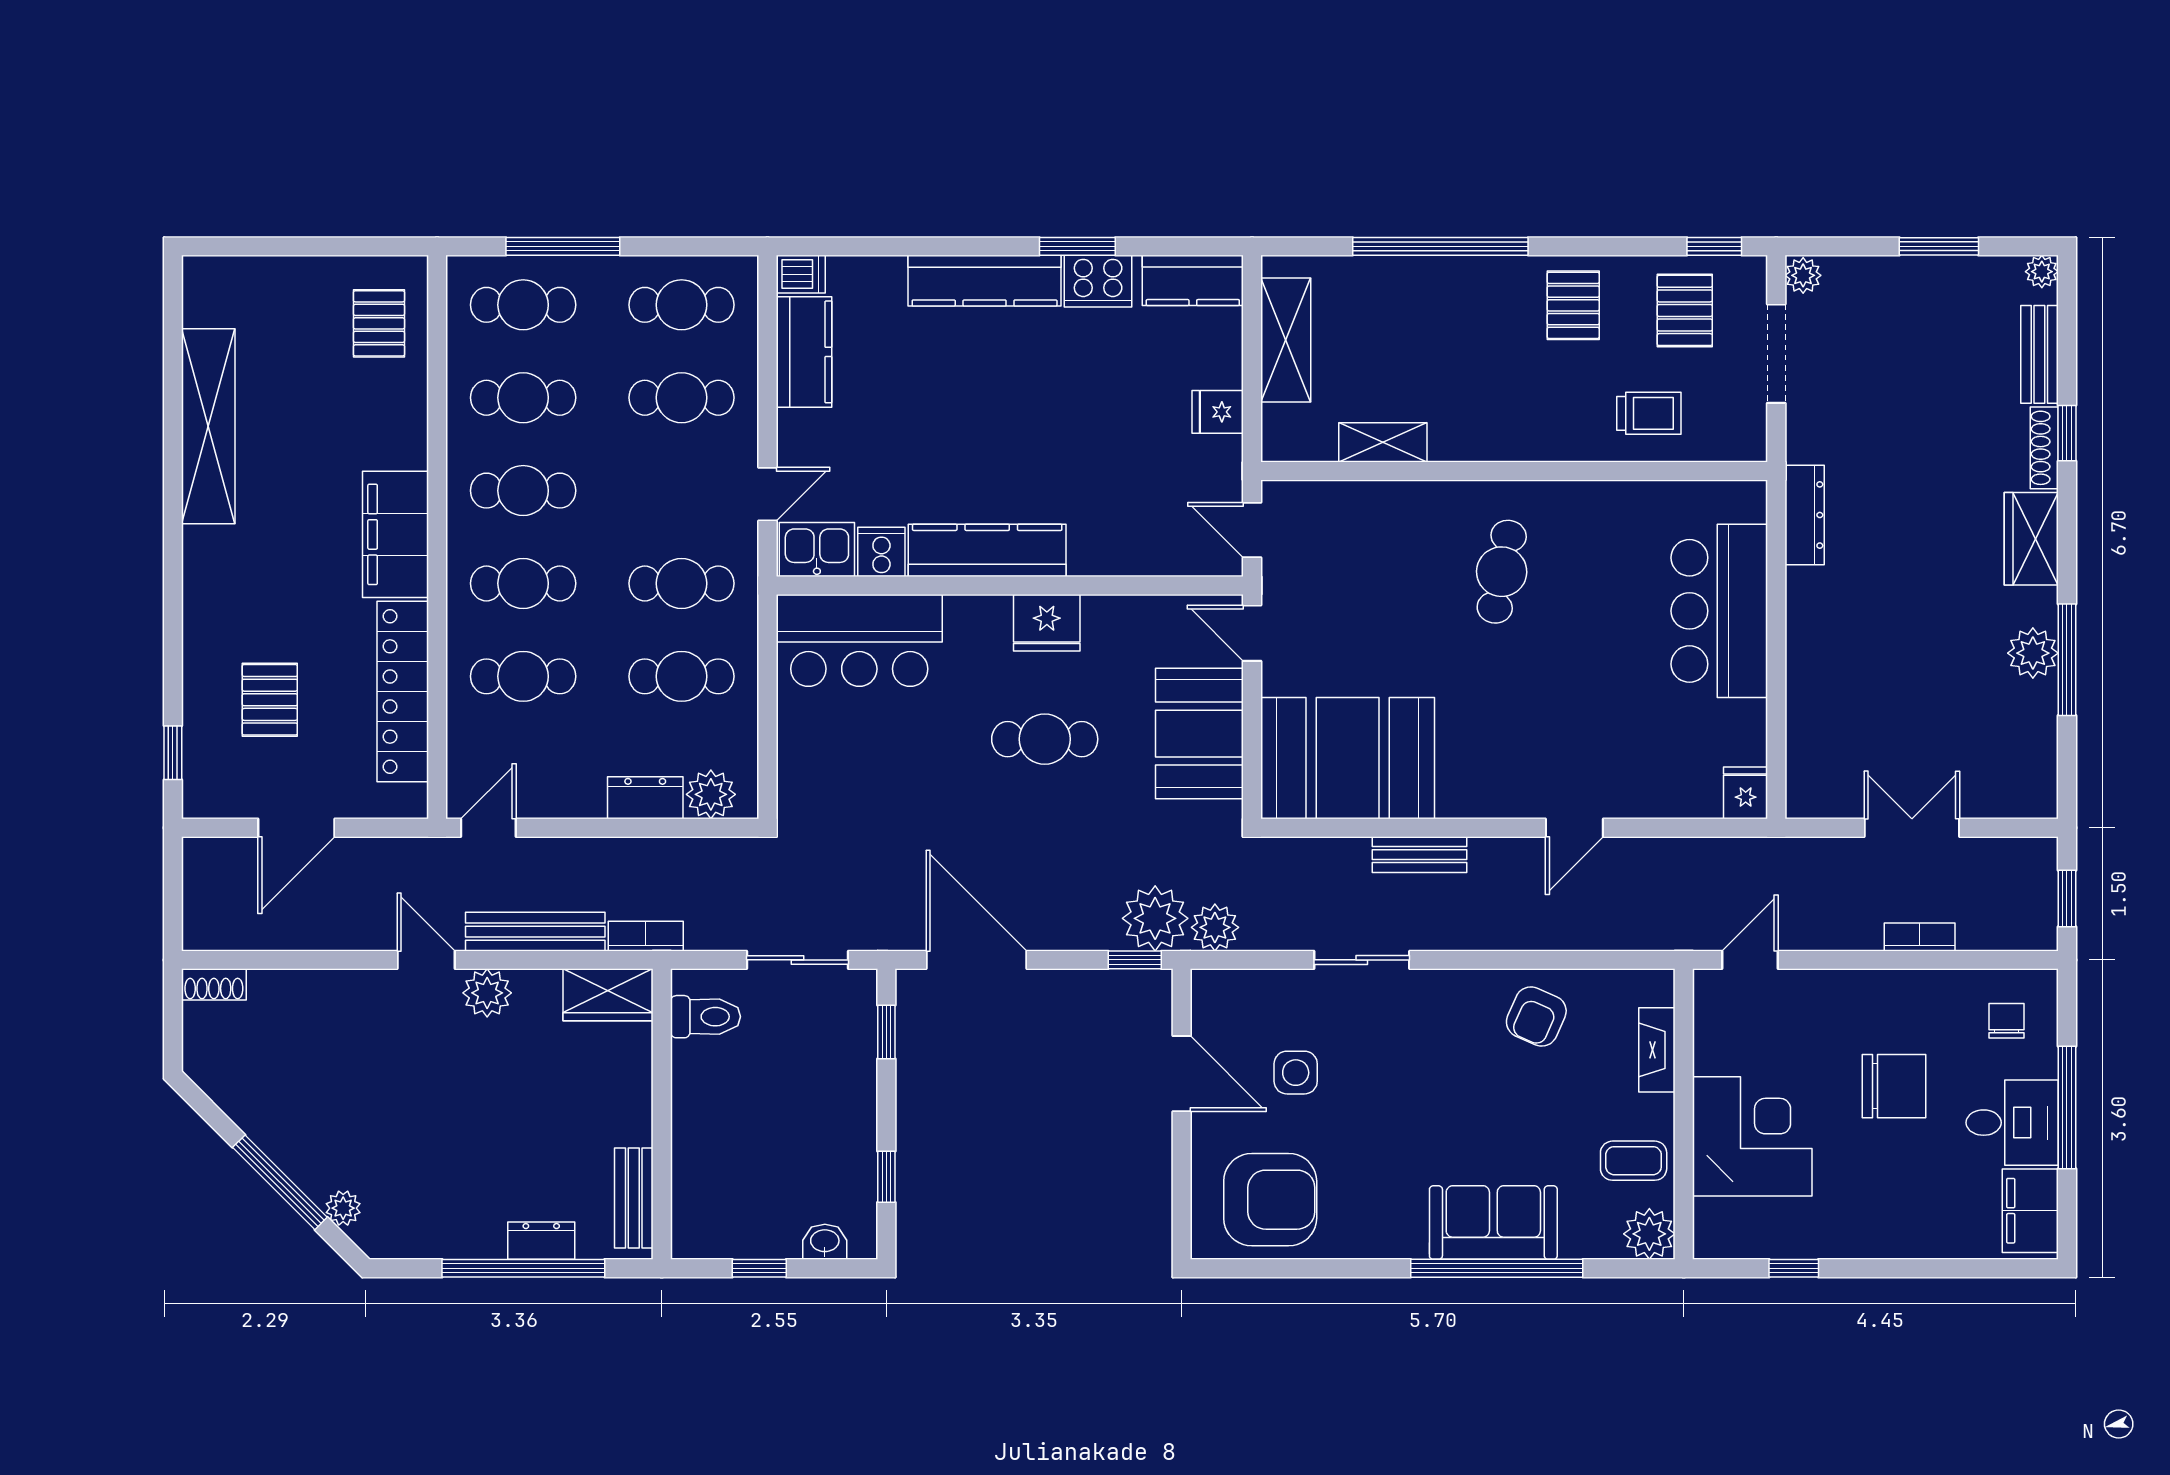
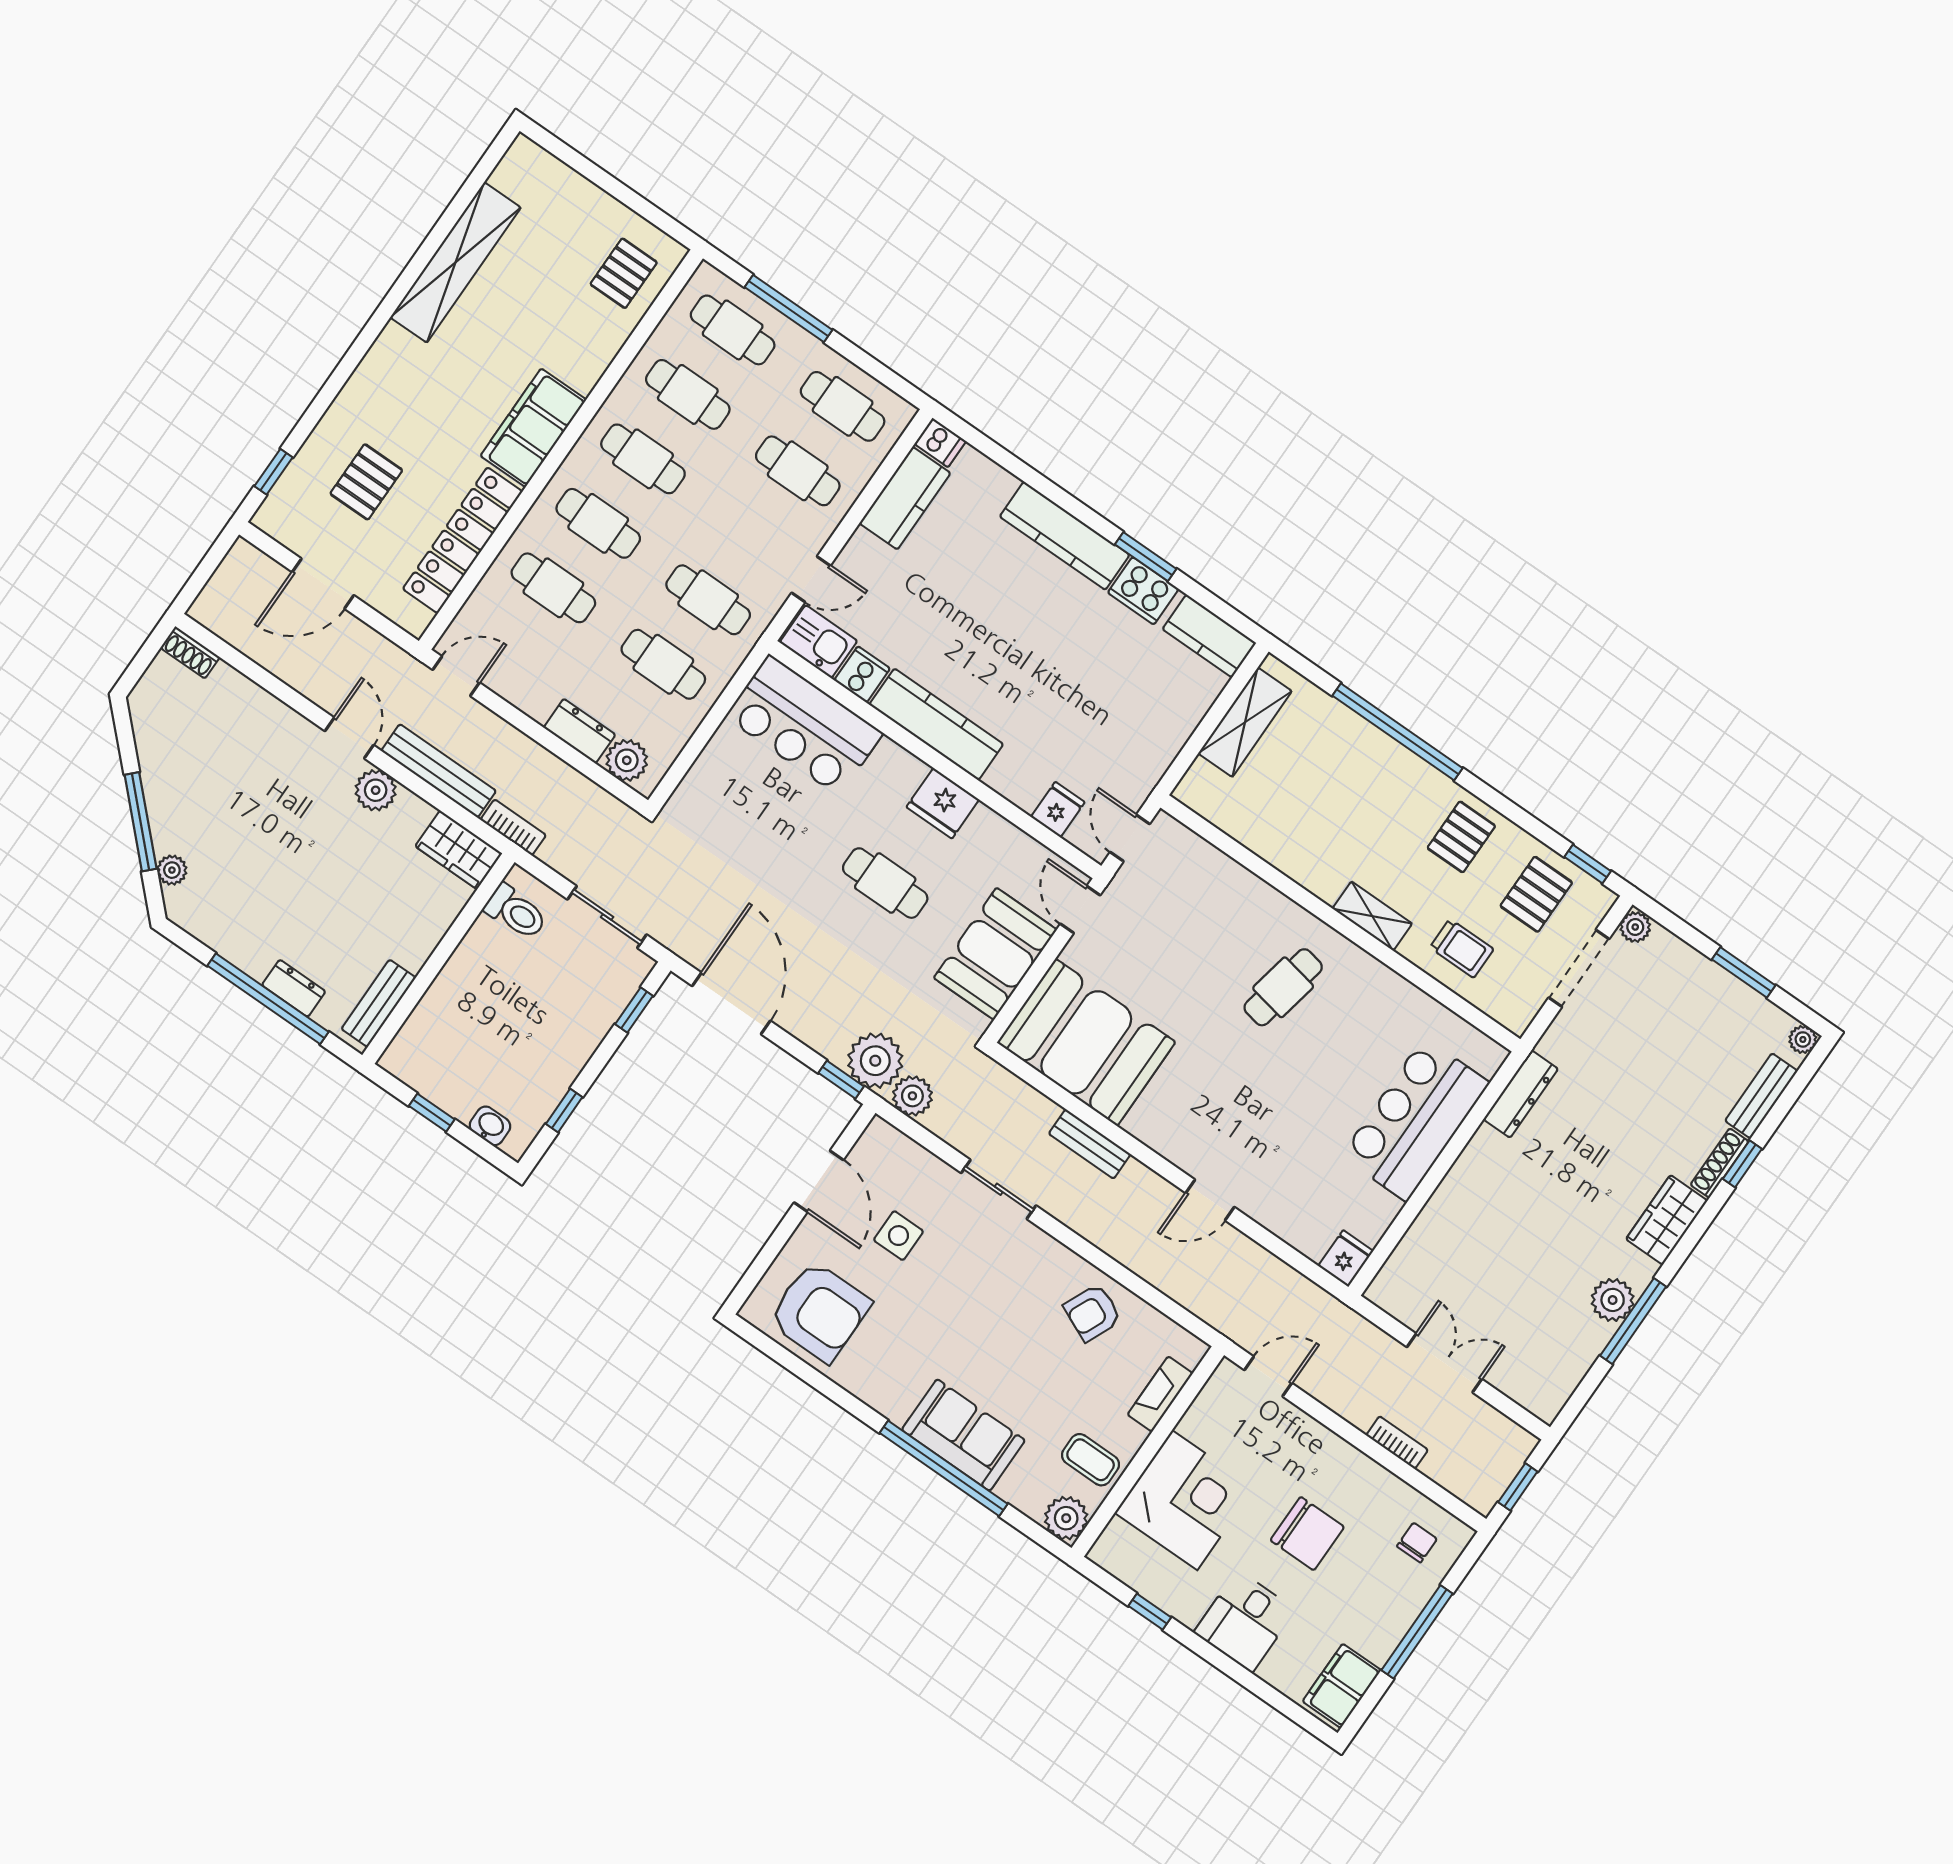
fridge: (1218, 412) -> (1058, 810), moved, turned 90
shelving: (1383, 442) -> (1372, 916), moved
desk: (2012, 1123) -> (1245, 1621), moved, turned 90

